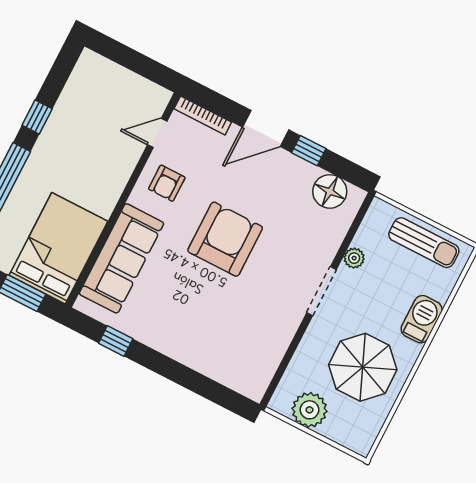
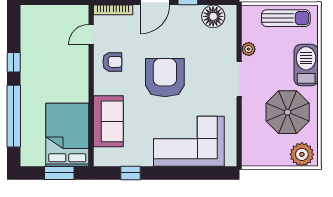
armchair: (167, 183) -> (112, 62), turned -90
sofa: (121, 258) -> (108, 121), width x0.73
barbecue: (422, 319) -> (306, 65), width x1.37, depth x1.21
corner sofa: (214, 339) -> (189, 141), added
plant: (310, 410) -> (302, 154), moved

